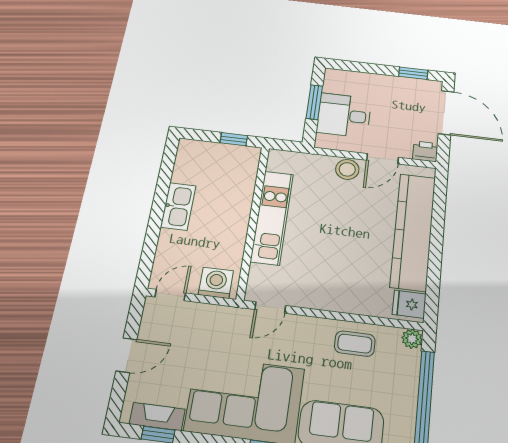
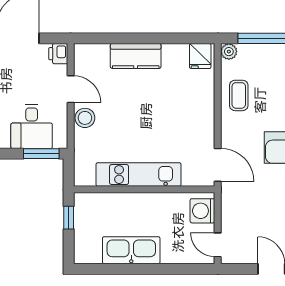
window: (314, 102) -> (41, 154), moved
kitchen sink: (178, 206) -> (131, 250), width x1.36, depth x1.24
kitchen counter: (413, 231) -> (136, 56), width x0.48, depth x0.86
door: (270, 308) -> (218, 165), width x1.38

